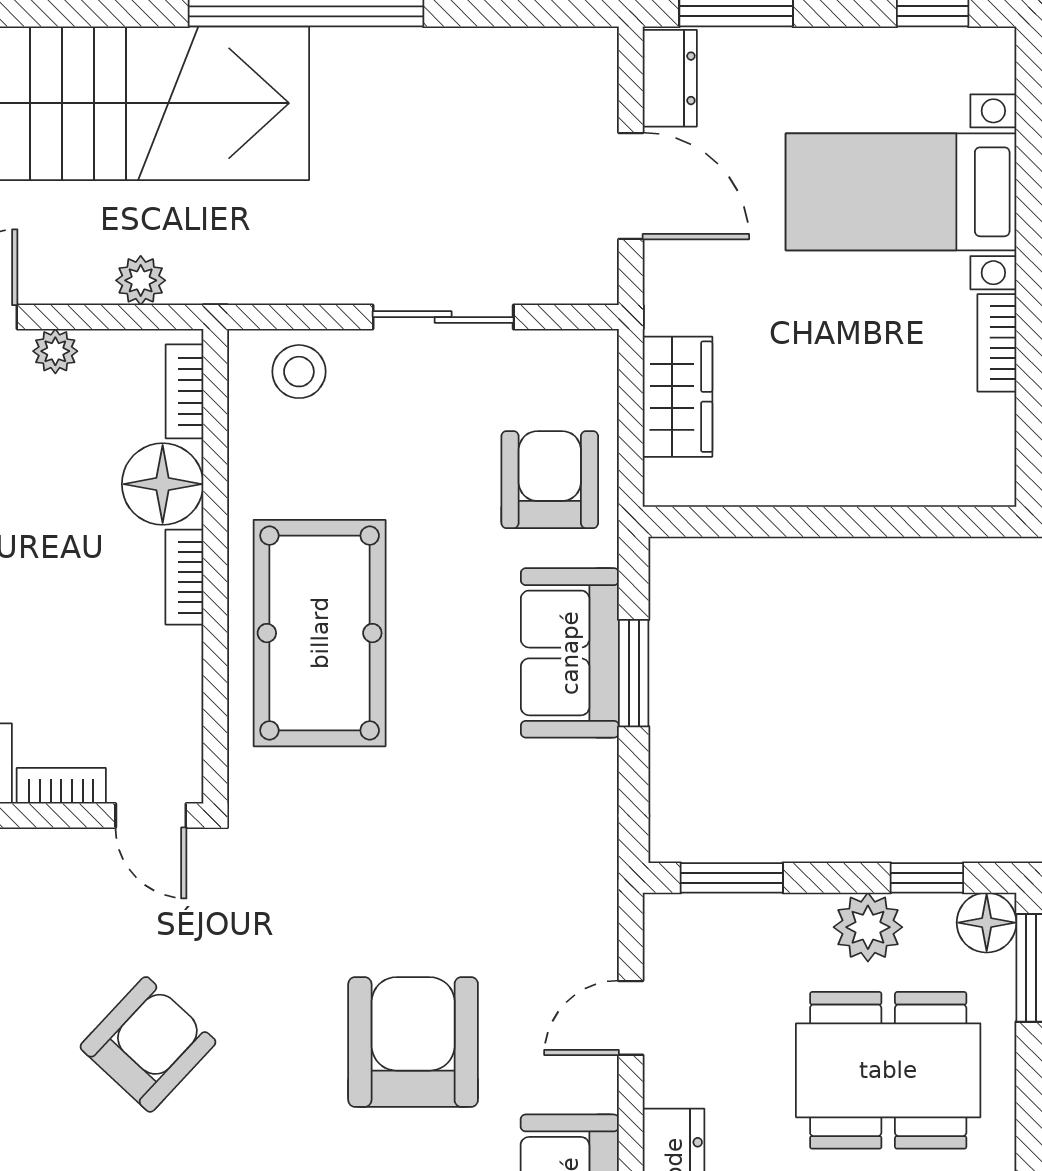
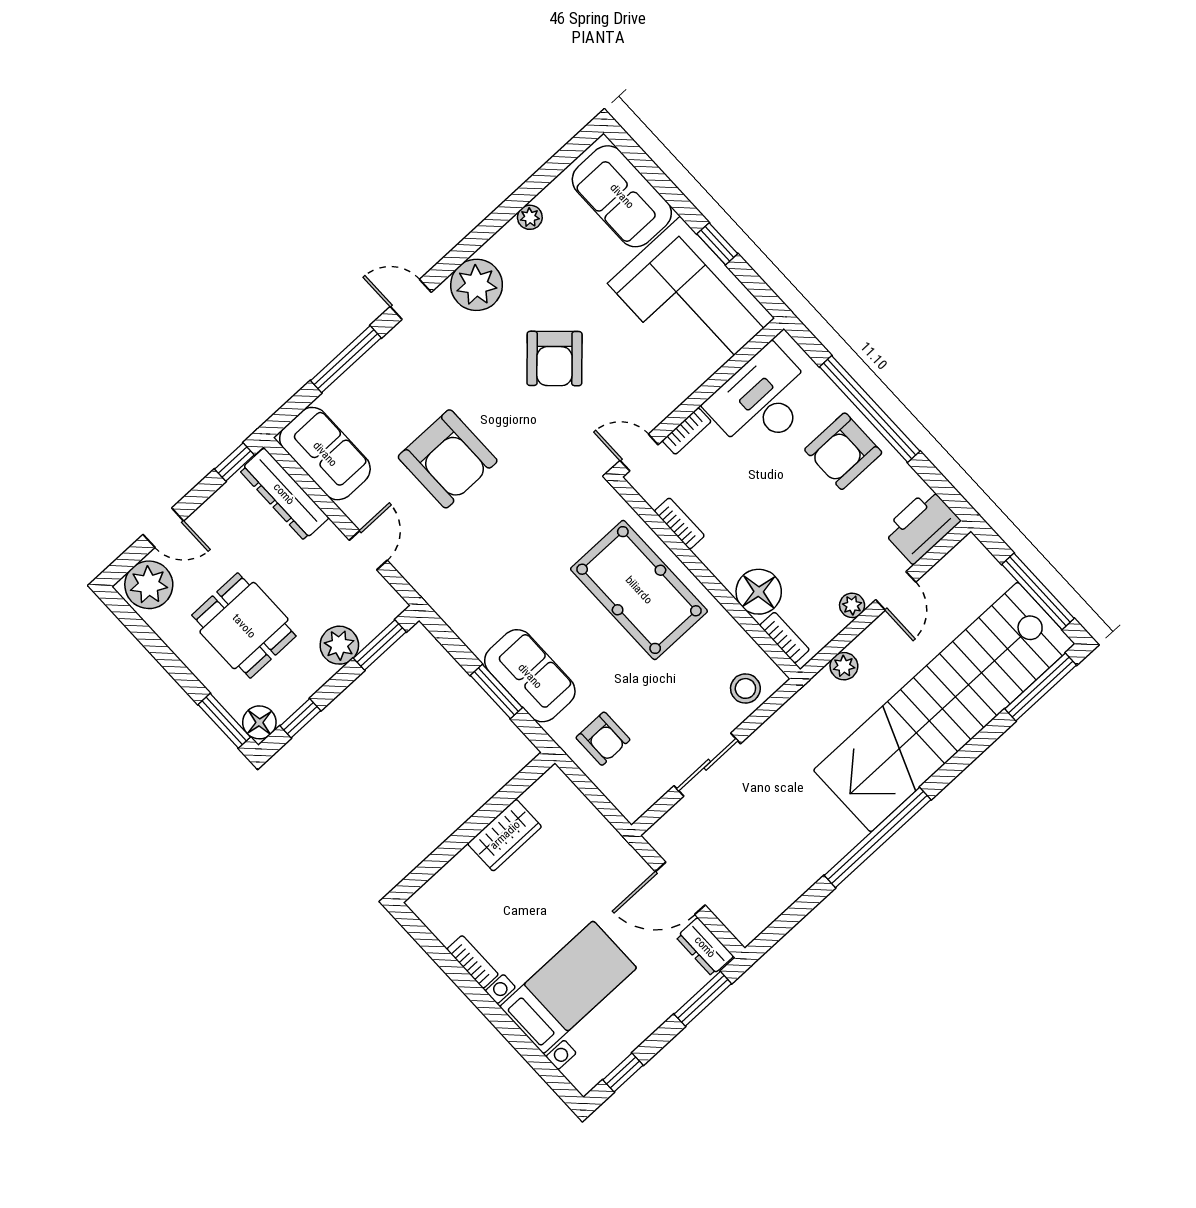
wardrobe: (677, 397) -> (505, 835), moved, turned -90
armchair: (550, 480) -> (603, 739), width x0.72, depth x0.72
bookcase: (184, 577) -> (679, 524), moved
plant: (868, 927) -> (339, 645), moved
dining table: (888, 1070) -> (244, 626), width x0.73

